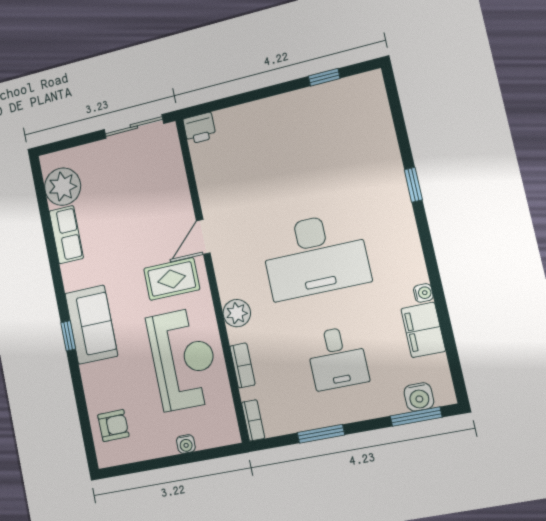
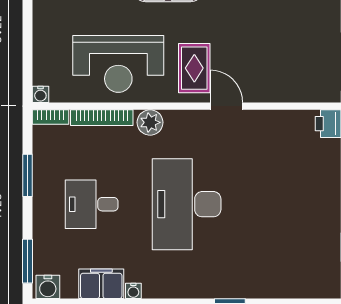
bookcase: (242, 365) -> (102, 118), width x1.56
water cooler: (419, 397) -> (48, 287), moved, turned -90
water cooler: (186, 444) -> (40, 94), moved, turned -90

